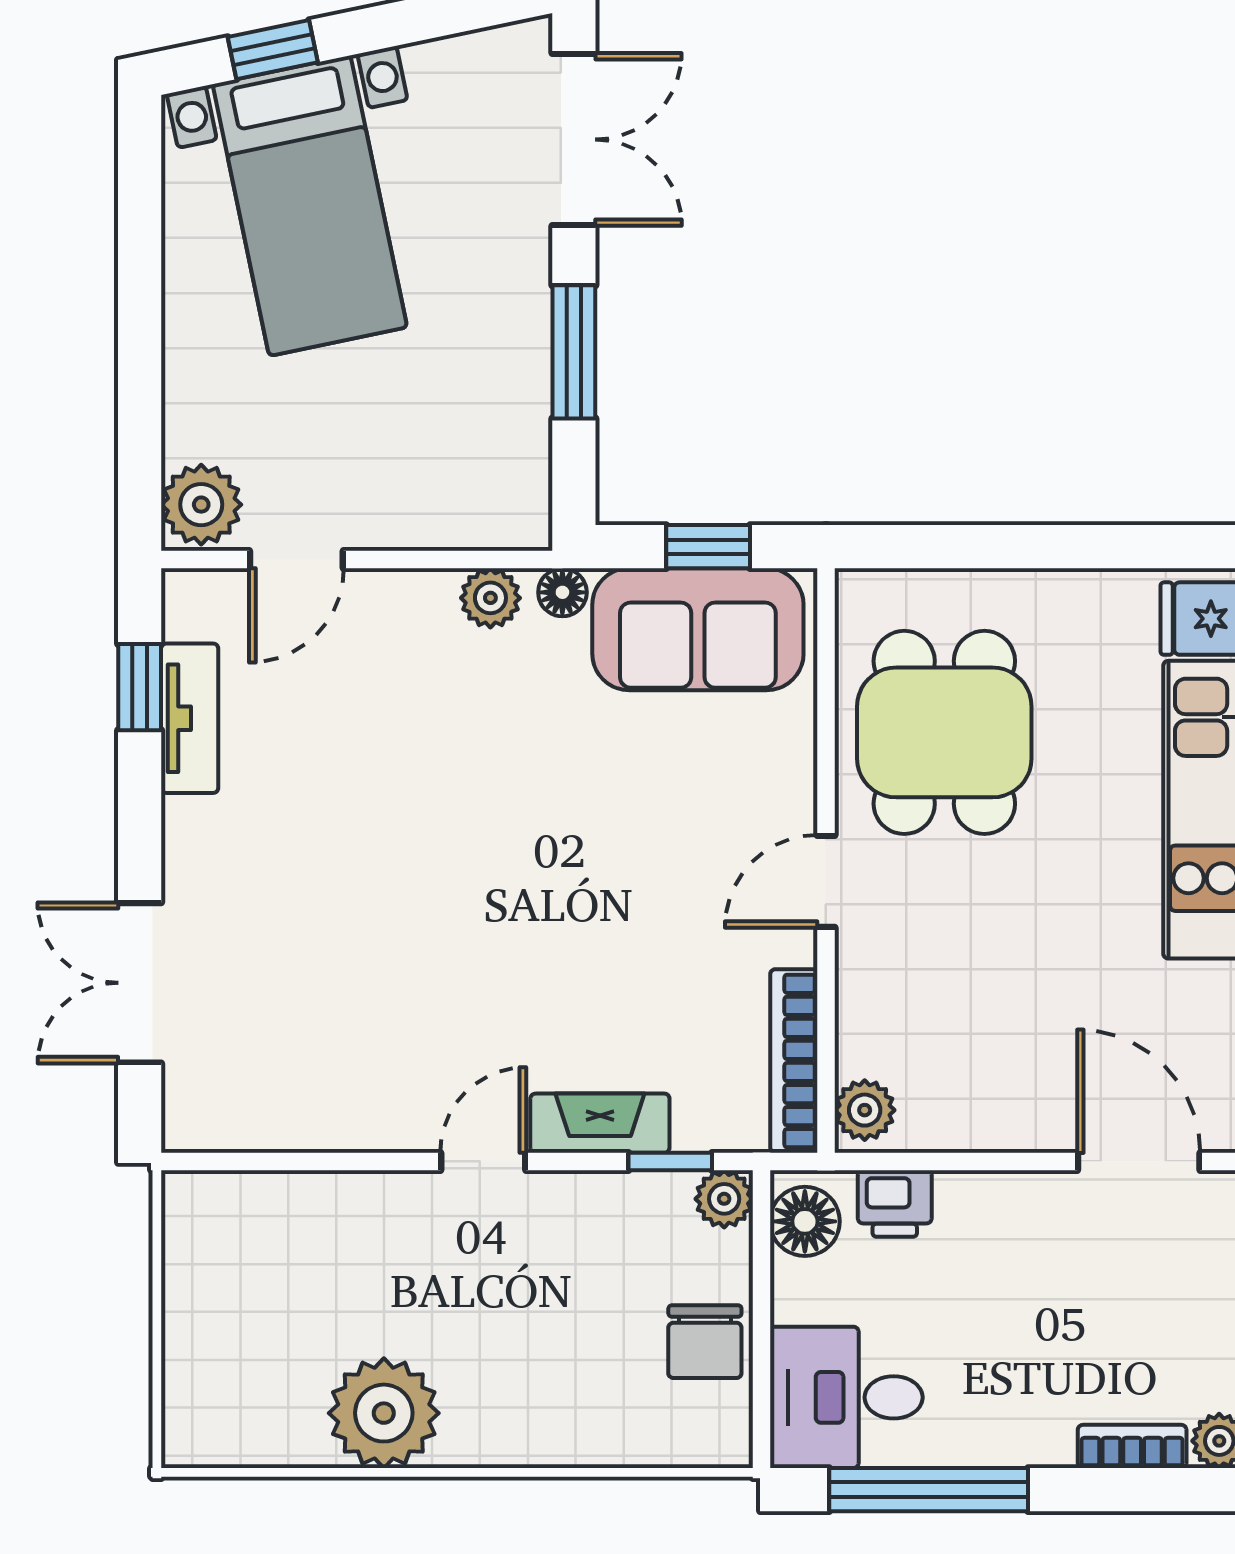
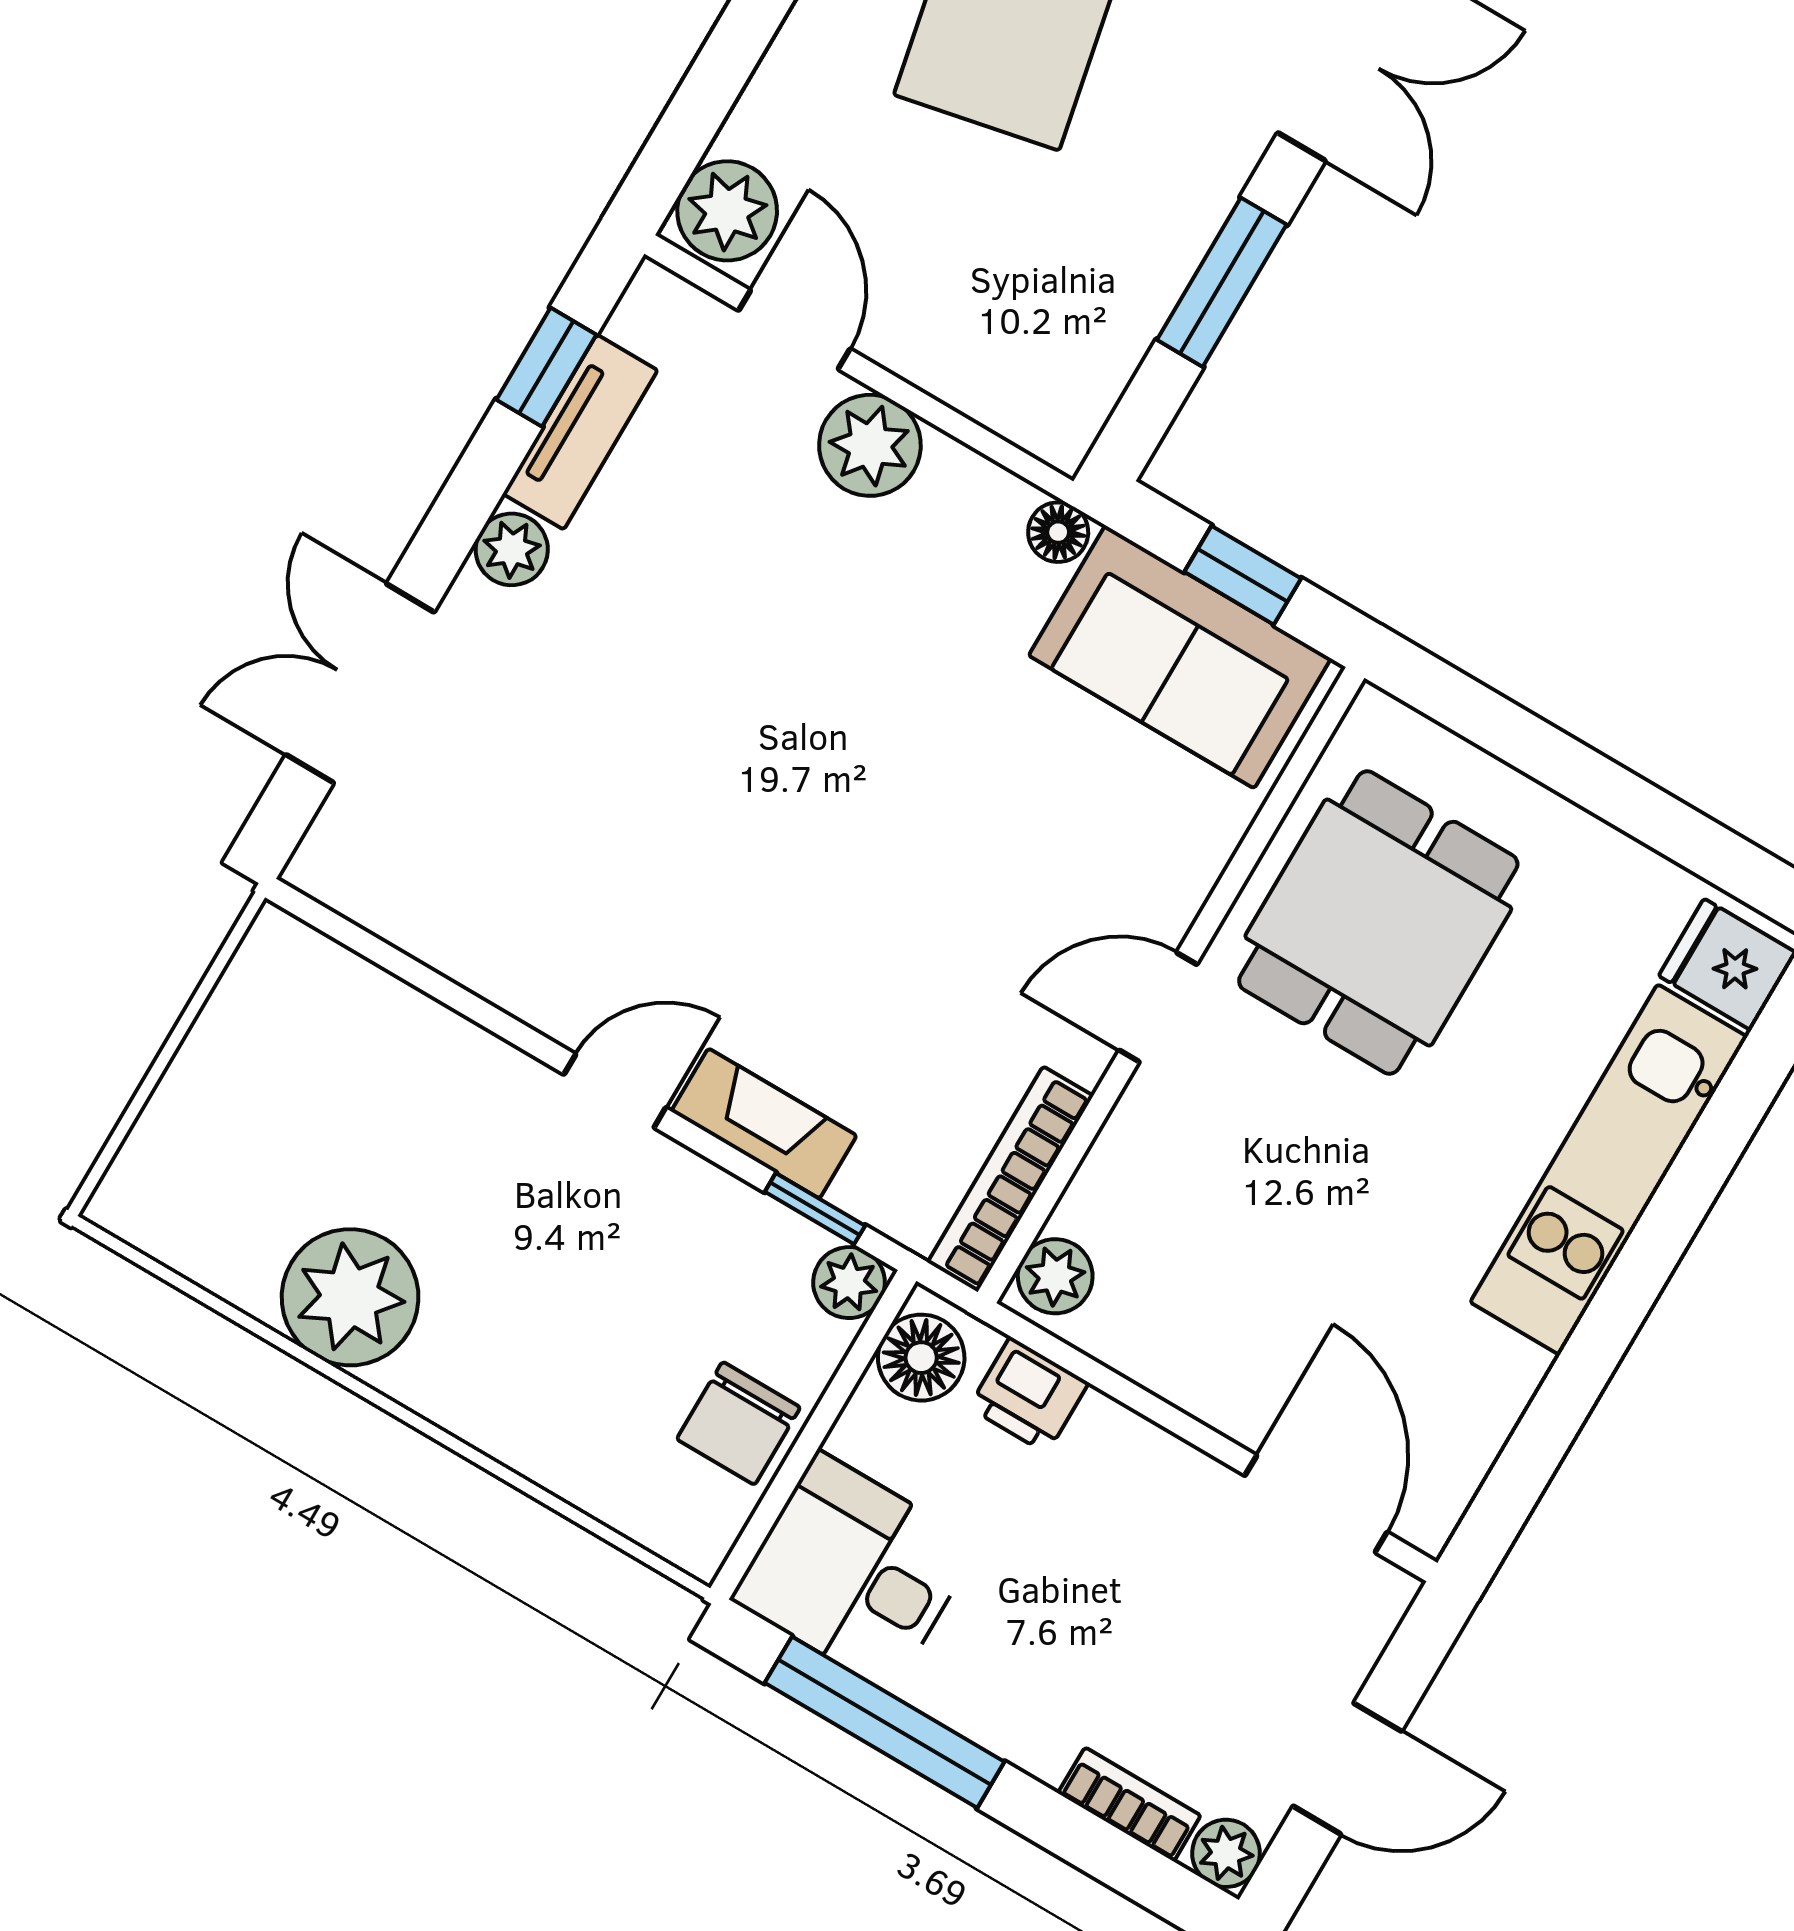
door: (296, 560) -> (794, 330), swing flipped
plant: (490, 598) -> (870, 445), moved, width x1.38, depth x1.38
plant: (190, 828) -> (512, 549), added

